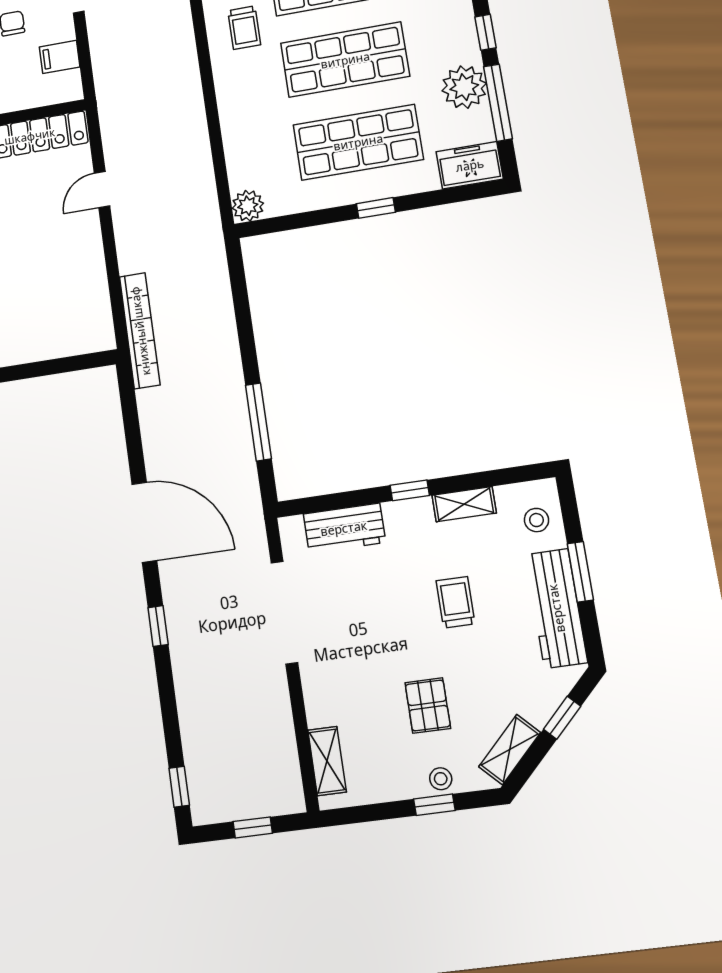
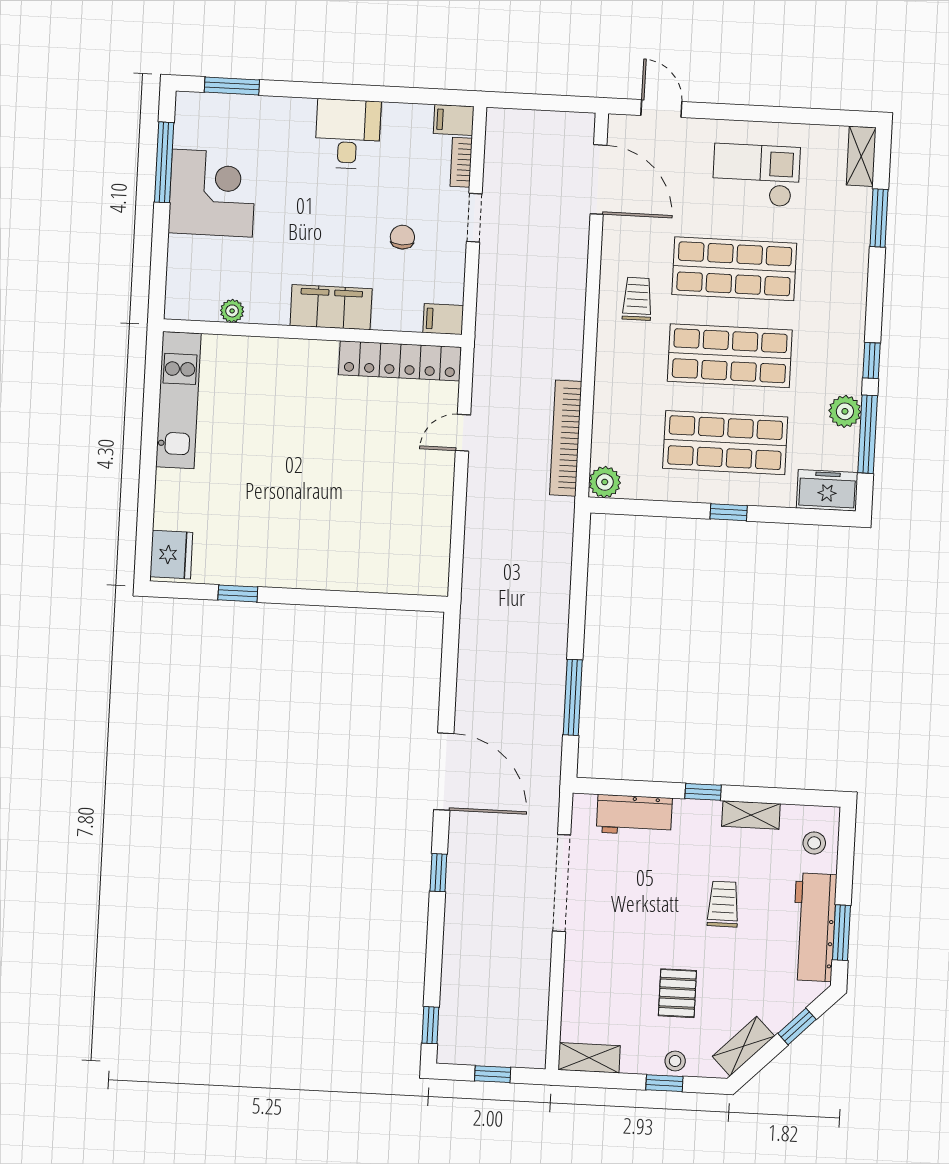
trolley: (244, 28) -> (637, 299), turned 180
filing cabinet: (60, 57) -> (443, 319), moved
plant: (464, 87) -> (845, 411), width x0.73, depth x0.73
bookcase: (140, 331) -> (566, 438), moved, turned 180
window: (580, 572) -> (842, 933), moved
shelving: (327, 761) -> (589, 1058), moved, turned 90

